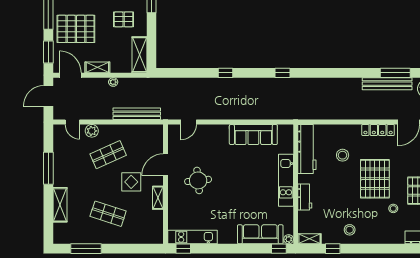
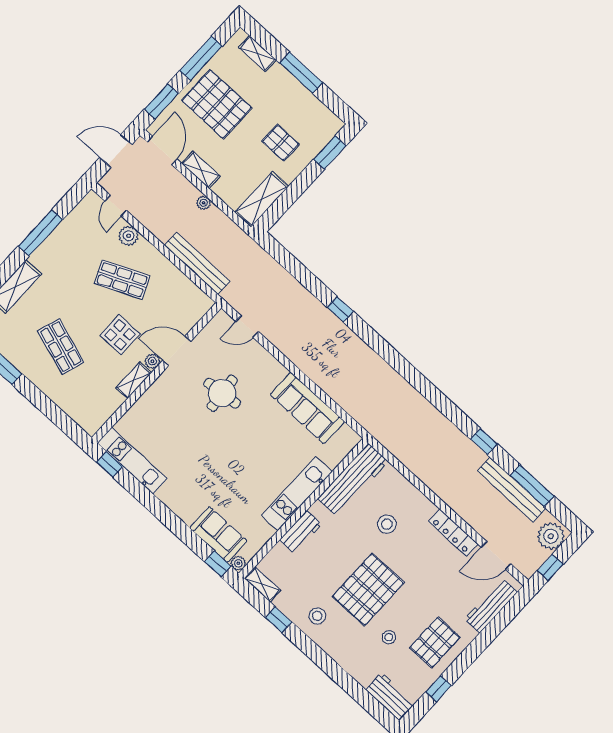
window: (283, 73) -> (484, 442), moved
pallet: (375, 179) -> (368, 590), moved
plant: (158, 180) -> (152, 361), added
round table: (198, 180) -> (222, 393), moved
sofa: (260, 234) -> (218, 534), width x0.73

